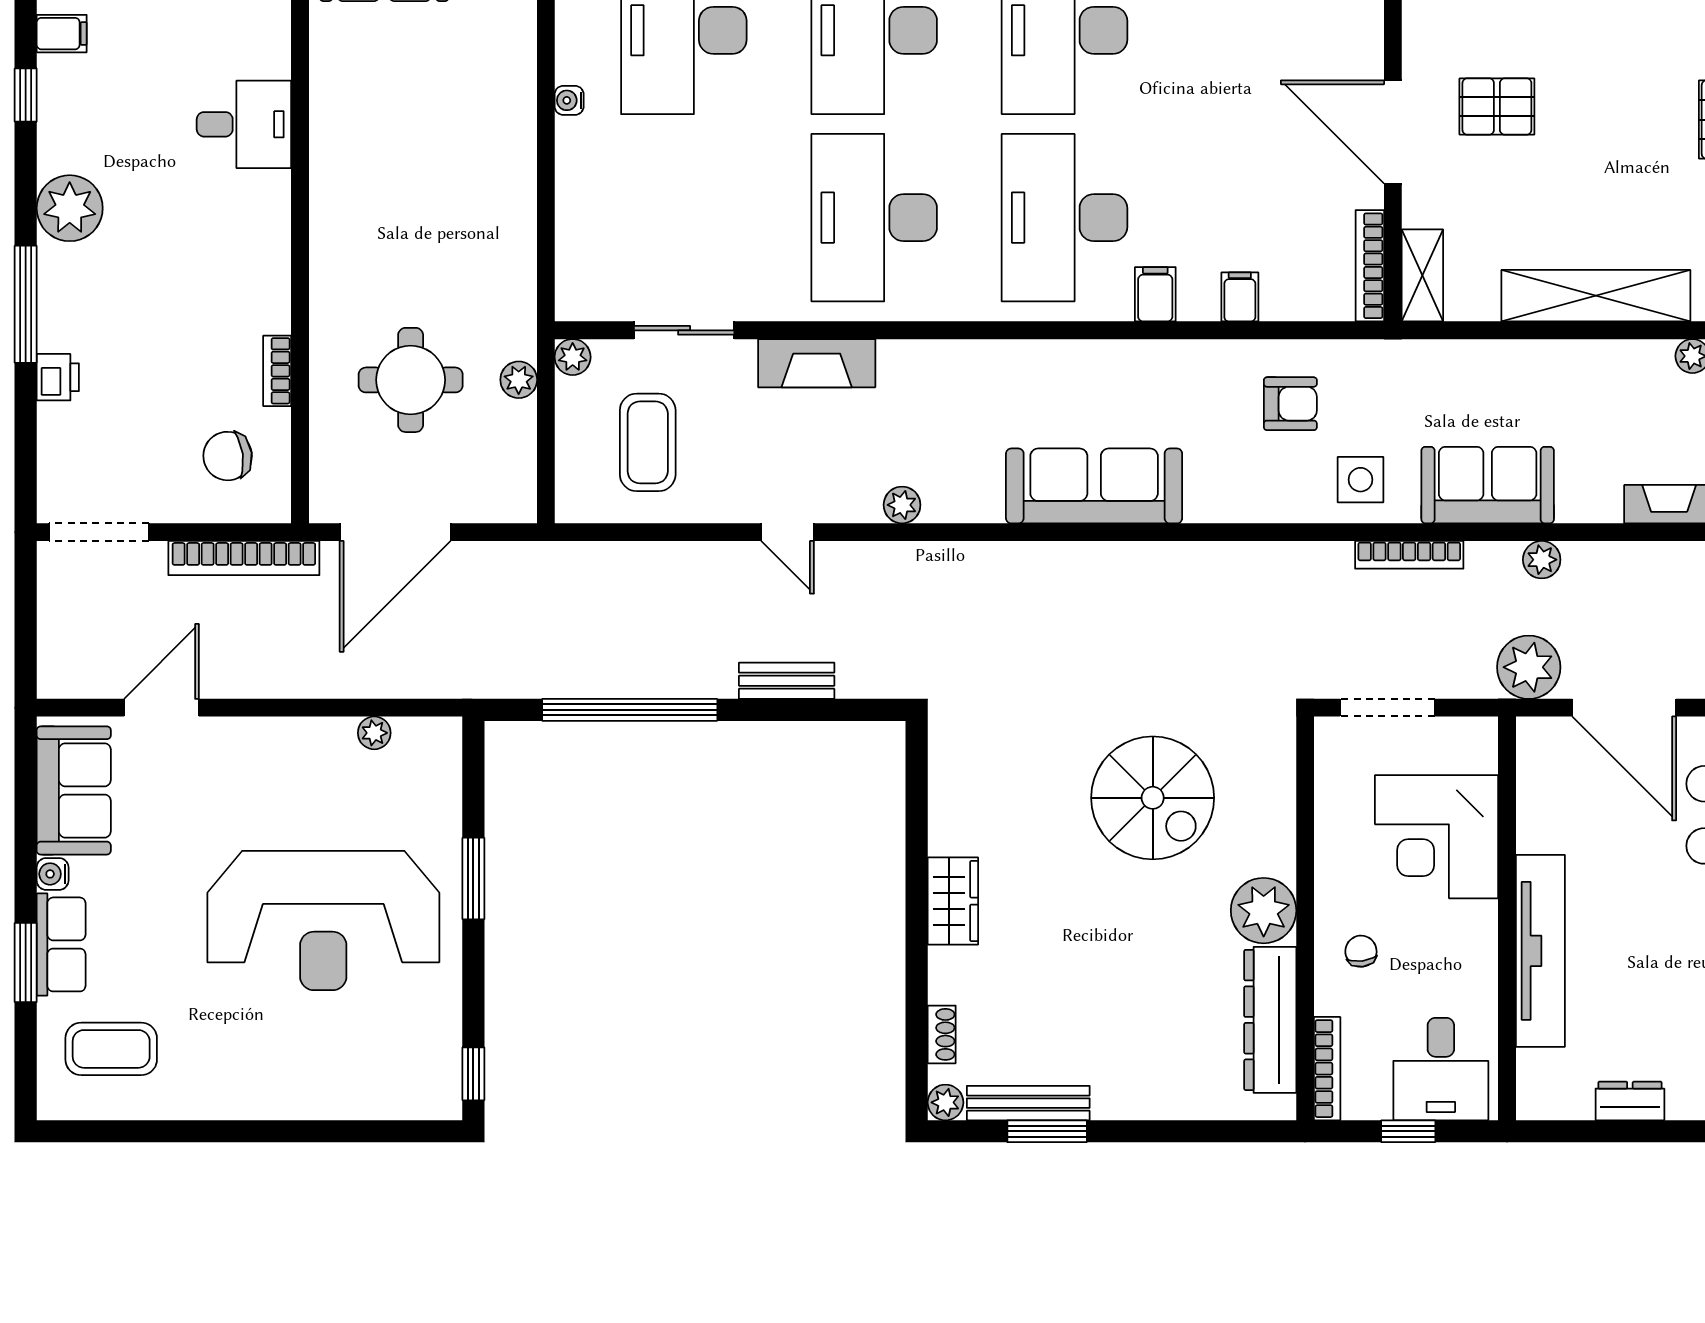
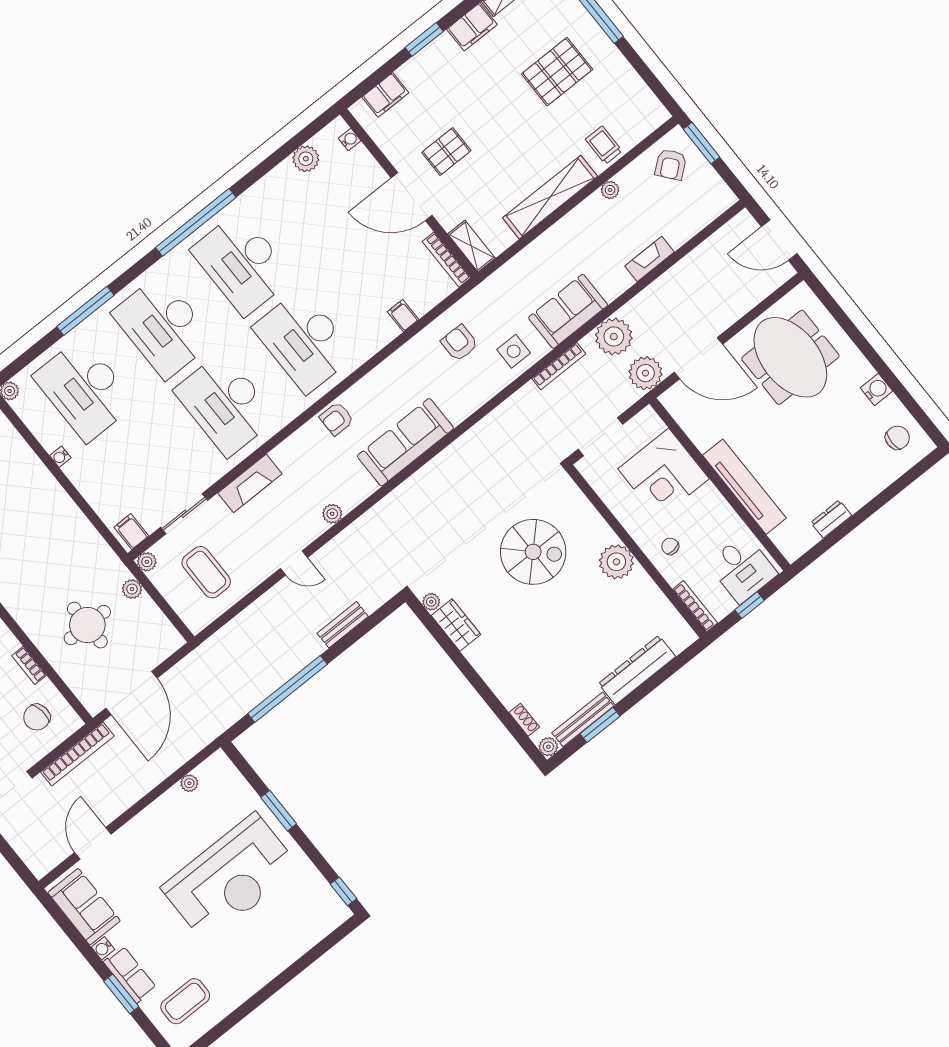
filing cabinet: (1155, 294) -> (131, 532), moved
armchair: (1021, 370) -> (337, 419), added
armchair: (1290, 404) -> (459, 343), turned -90
plant: (1542, 560) -> (614, 336), width x1.87, depth x1.87
plant: (944, 751) -> (431, 602), added
wardrobe: (953, 901) -> (456, 625), moved
dresser: (1270, 1020) -> (637, 670), moved, turned 90

